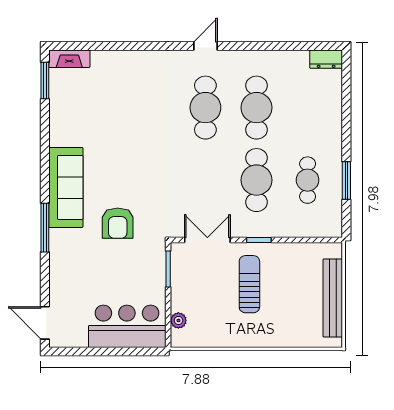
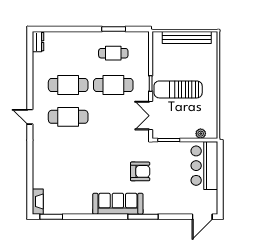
sun lounger: (249, 284) -> (178, 89), width x1.36, depth x1.34

